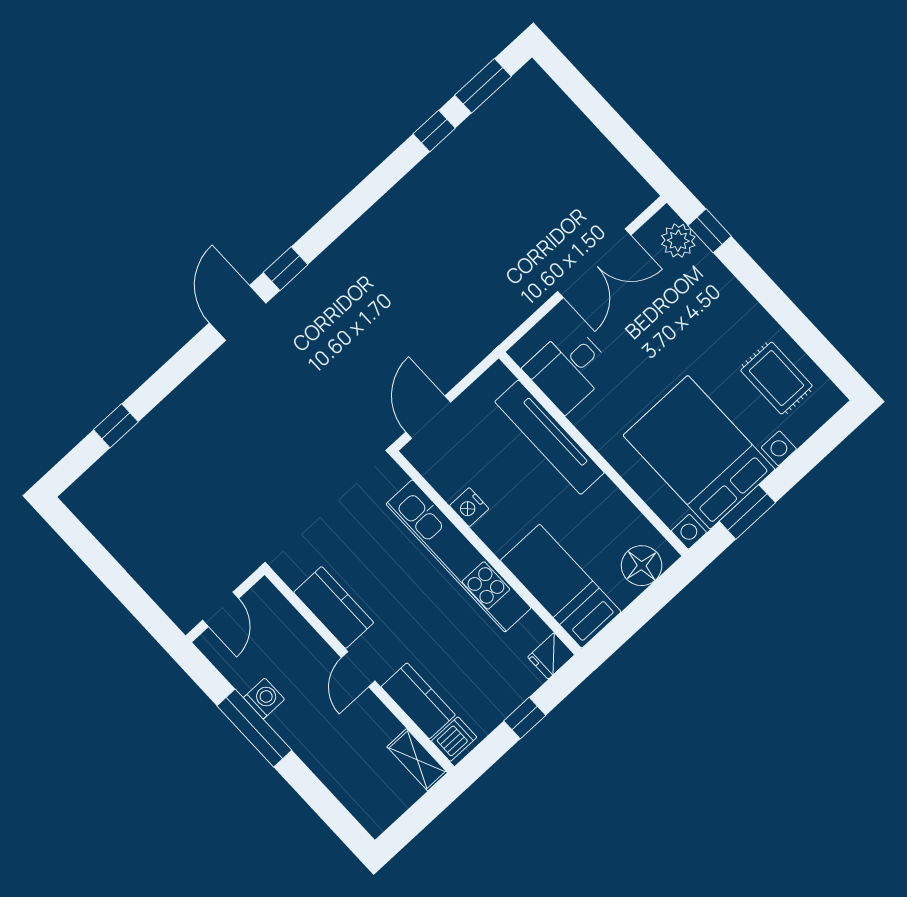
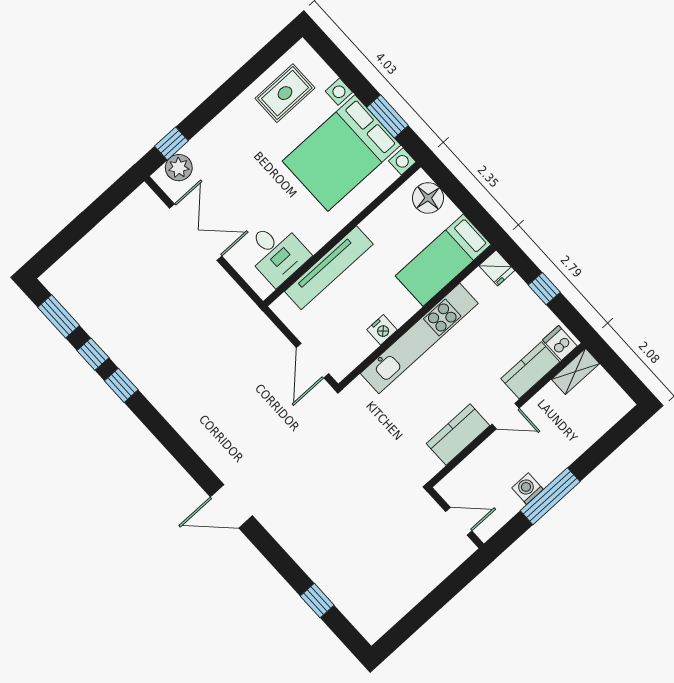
window: (286, 269) -> (121, 385), moved
door: (428, 417) -> (313, 361), hinge flipped

